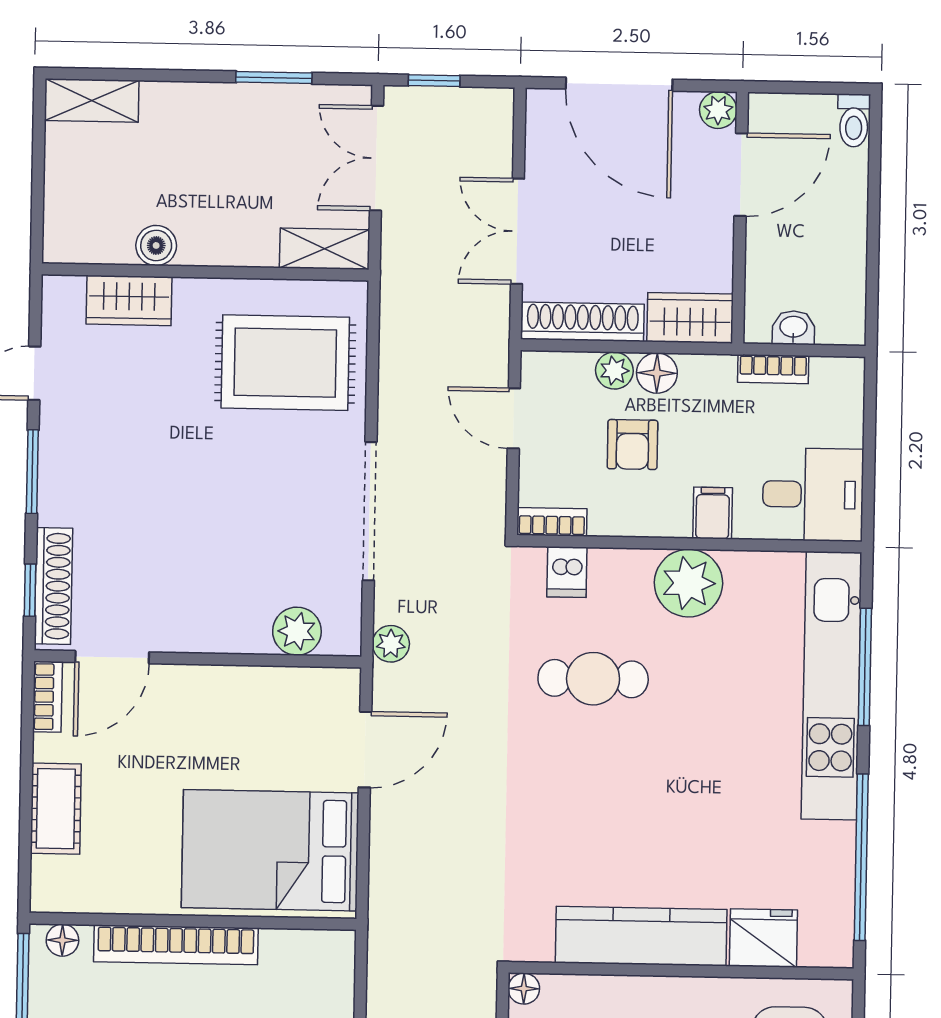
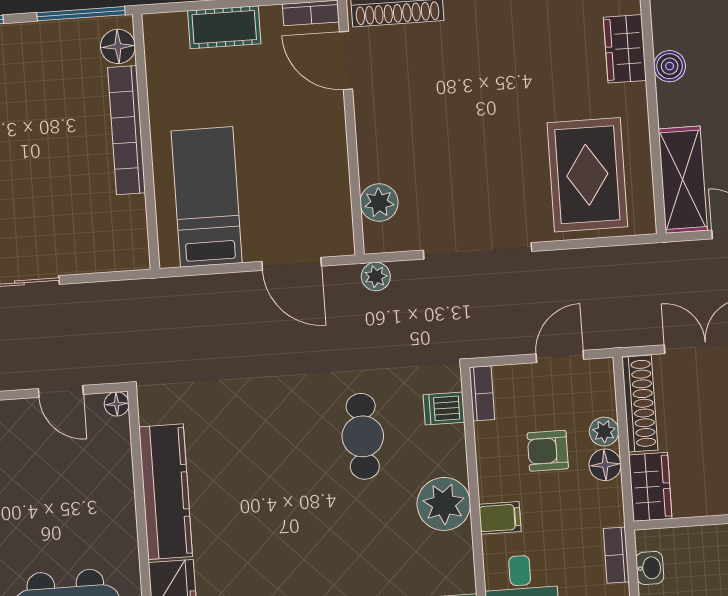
shelving: (325, 249) -> (683, 180), width x1.50, depth x1.33
bed: (270, 850) -> (207, 197), width x0.67
floor lamp: (62, 940) -> (118, 46), width x1.37, depth x1.37

